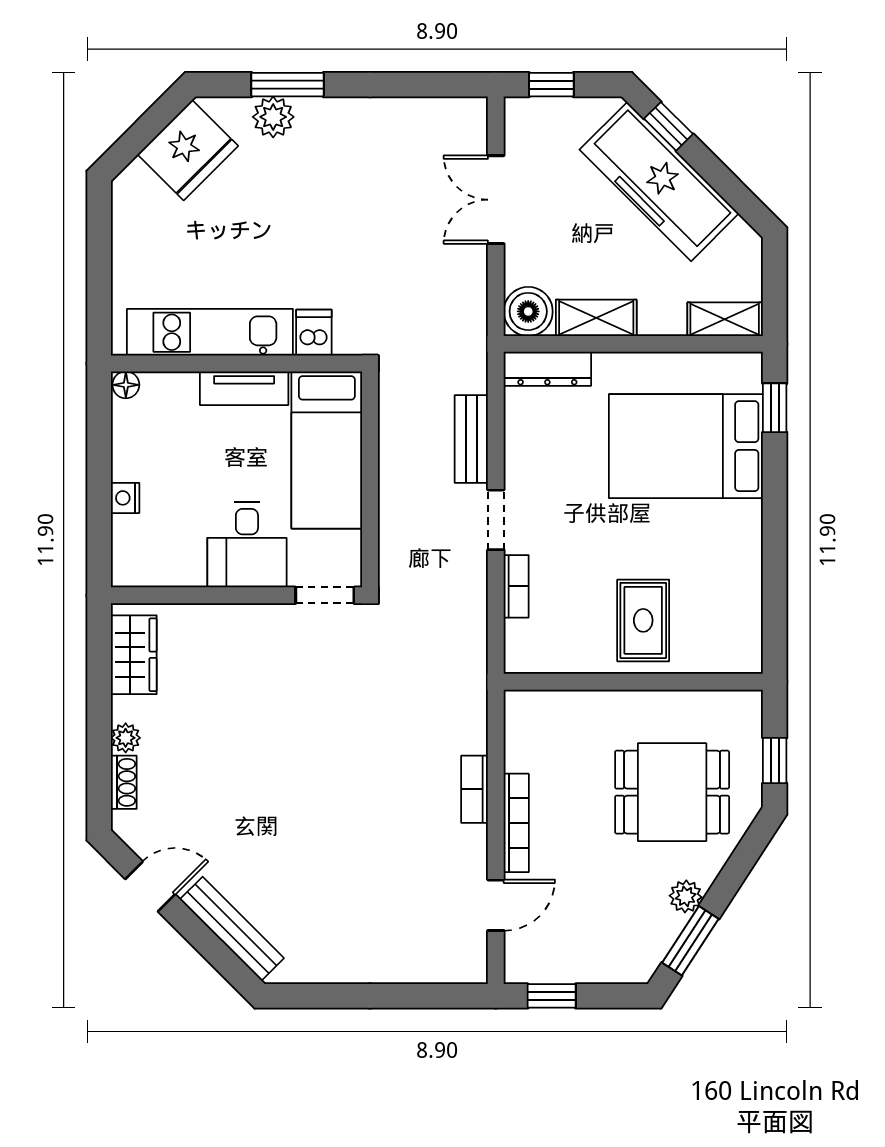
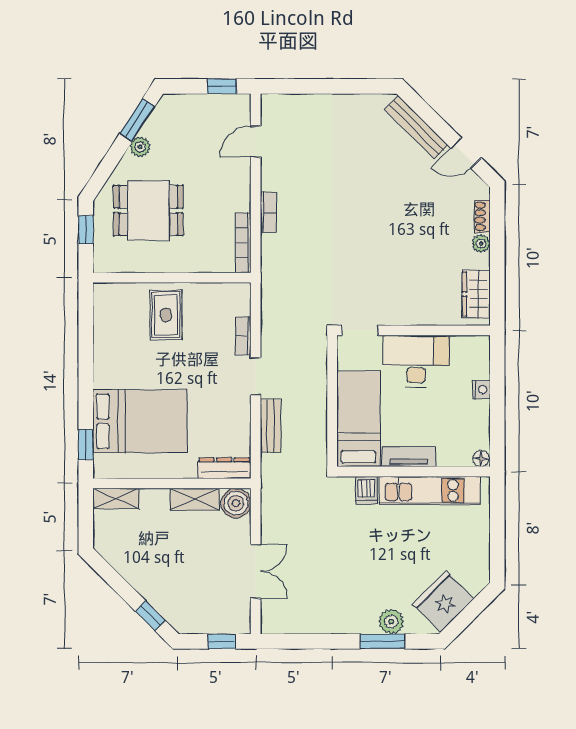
freezer: (659, 182) -> (156, 582), removed
desk: (247, 545) -> (416, 361), width x1.37
bookcase: (516, 823) -> (243, 243), moved

